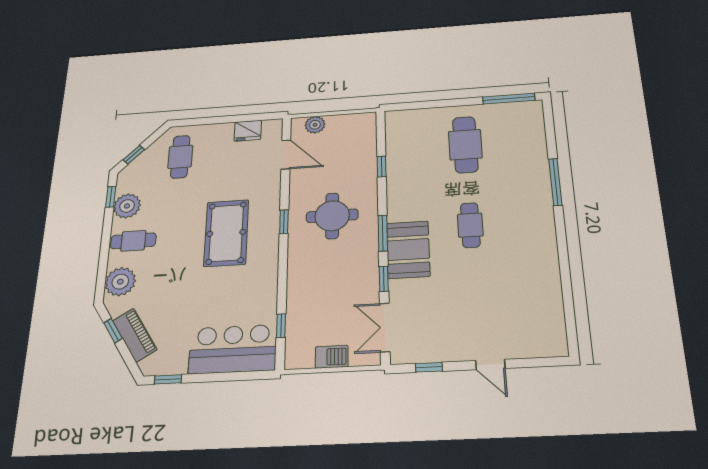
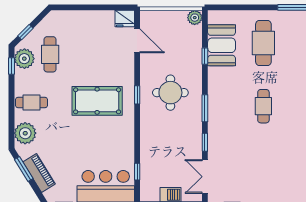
plant: (315, 125) -> (195, 18), moved
fridge: (248, 131) -> (125, 19), moved
cafe table: (180, 157) -> (50, 54), moved
plant: (127, 206) -> (24, 59), moved
pool table: (226, 233) -> (97, 101), turned 90
booth: (408, 250) -> (222, 45), moved
window: (113, 331) -> (24, 169), width x1.50

